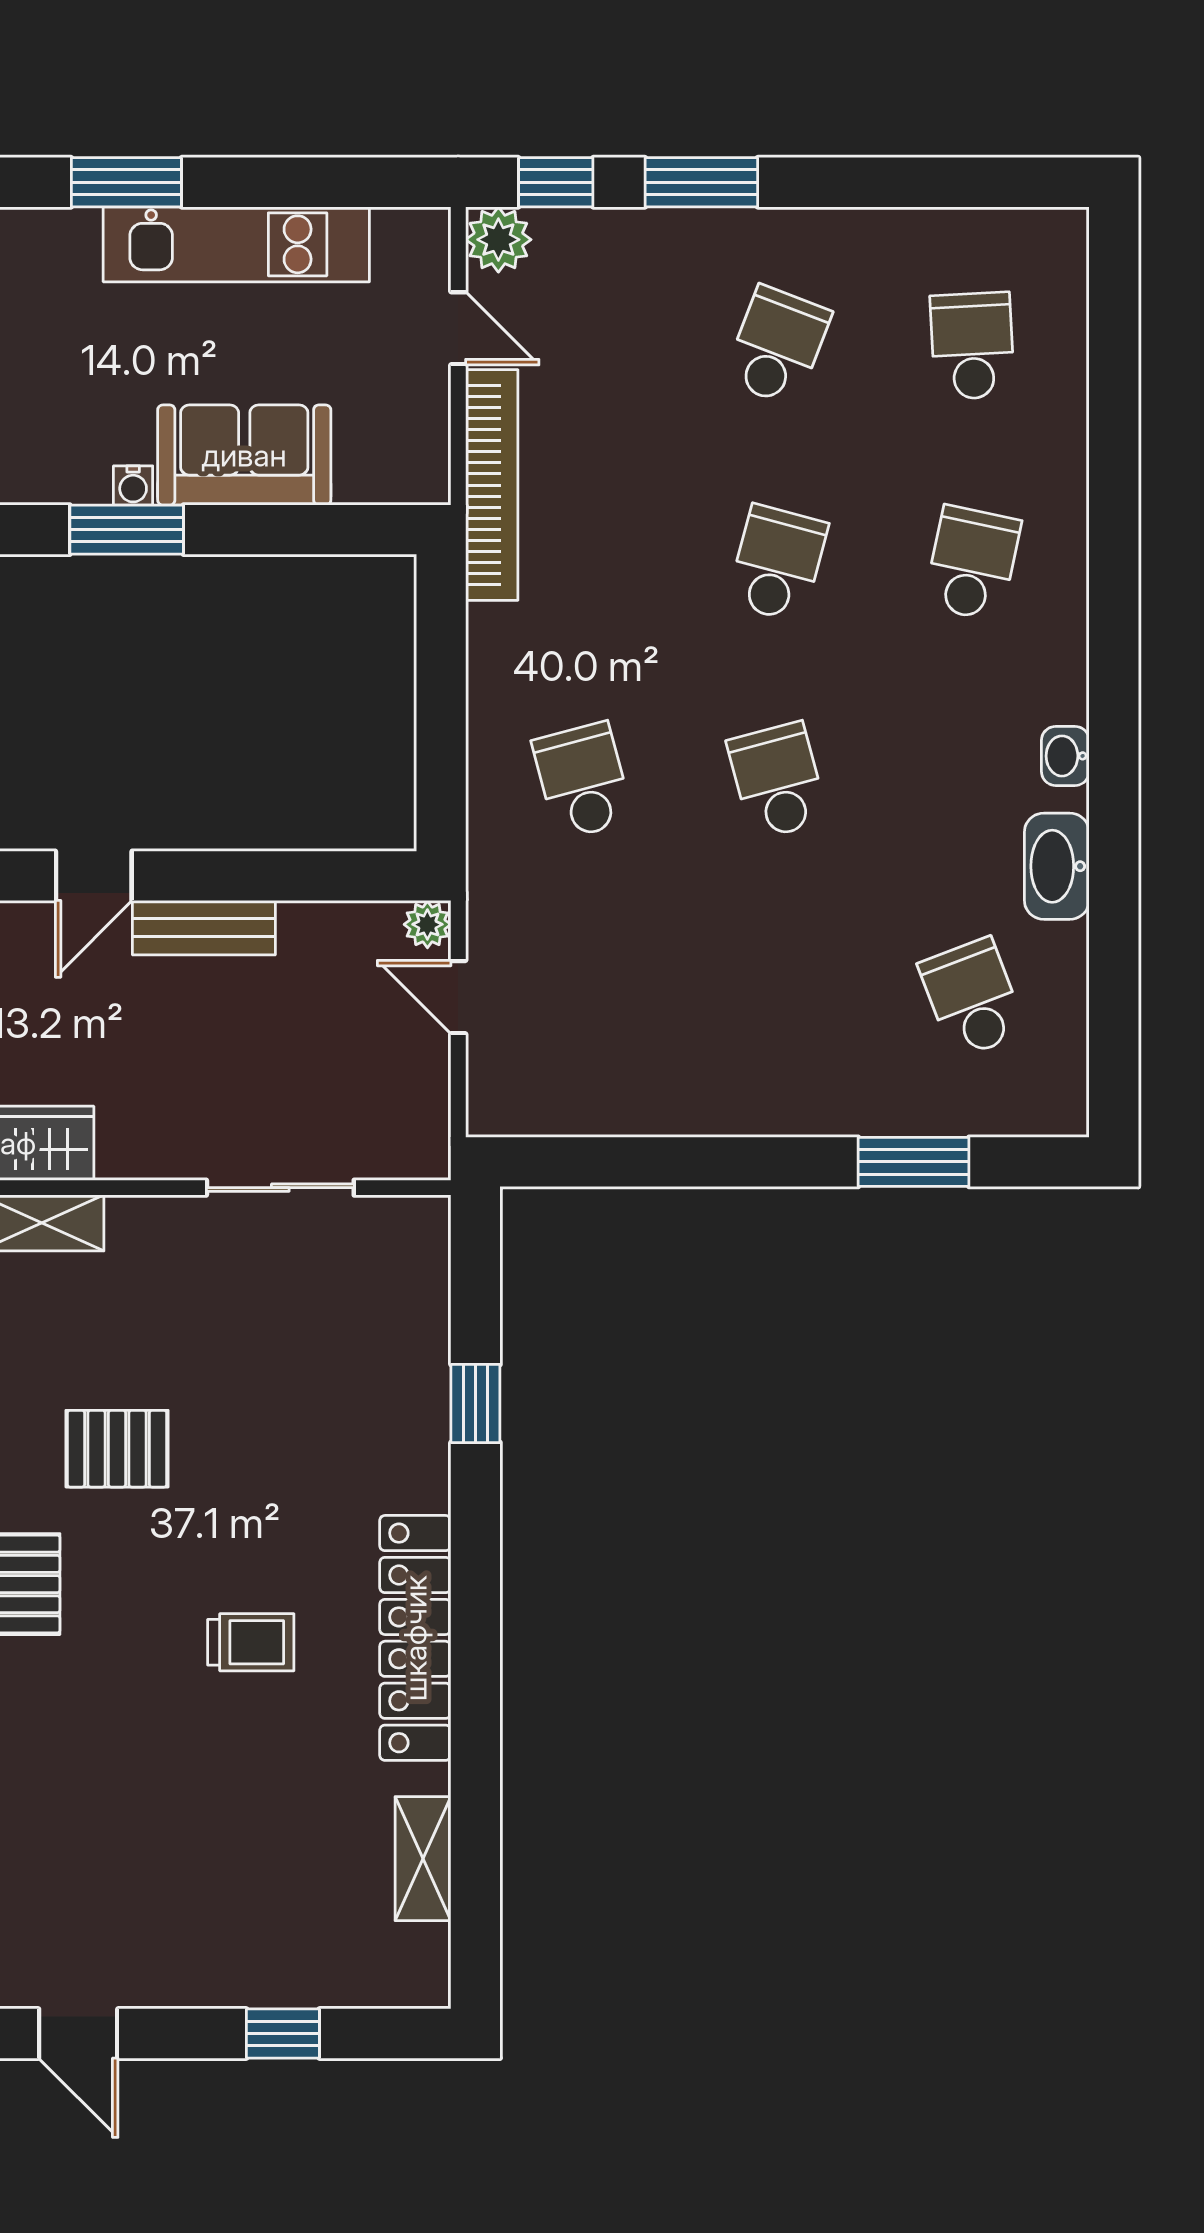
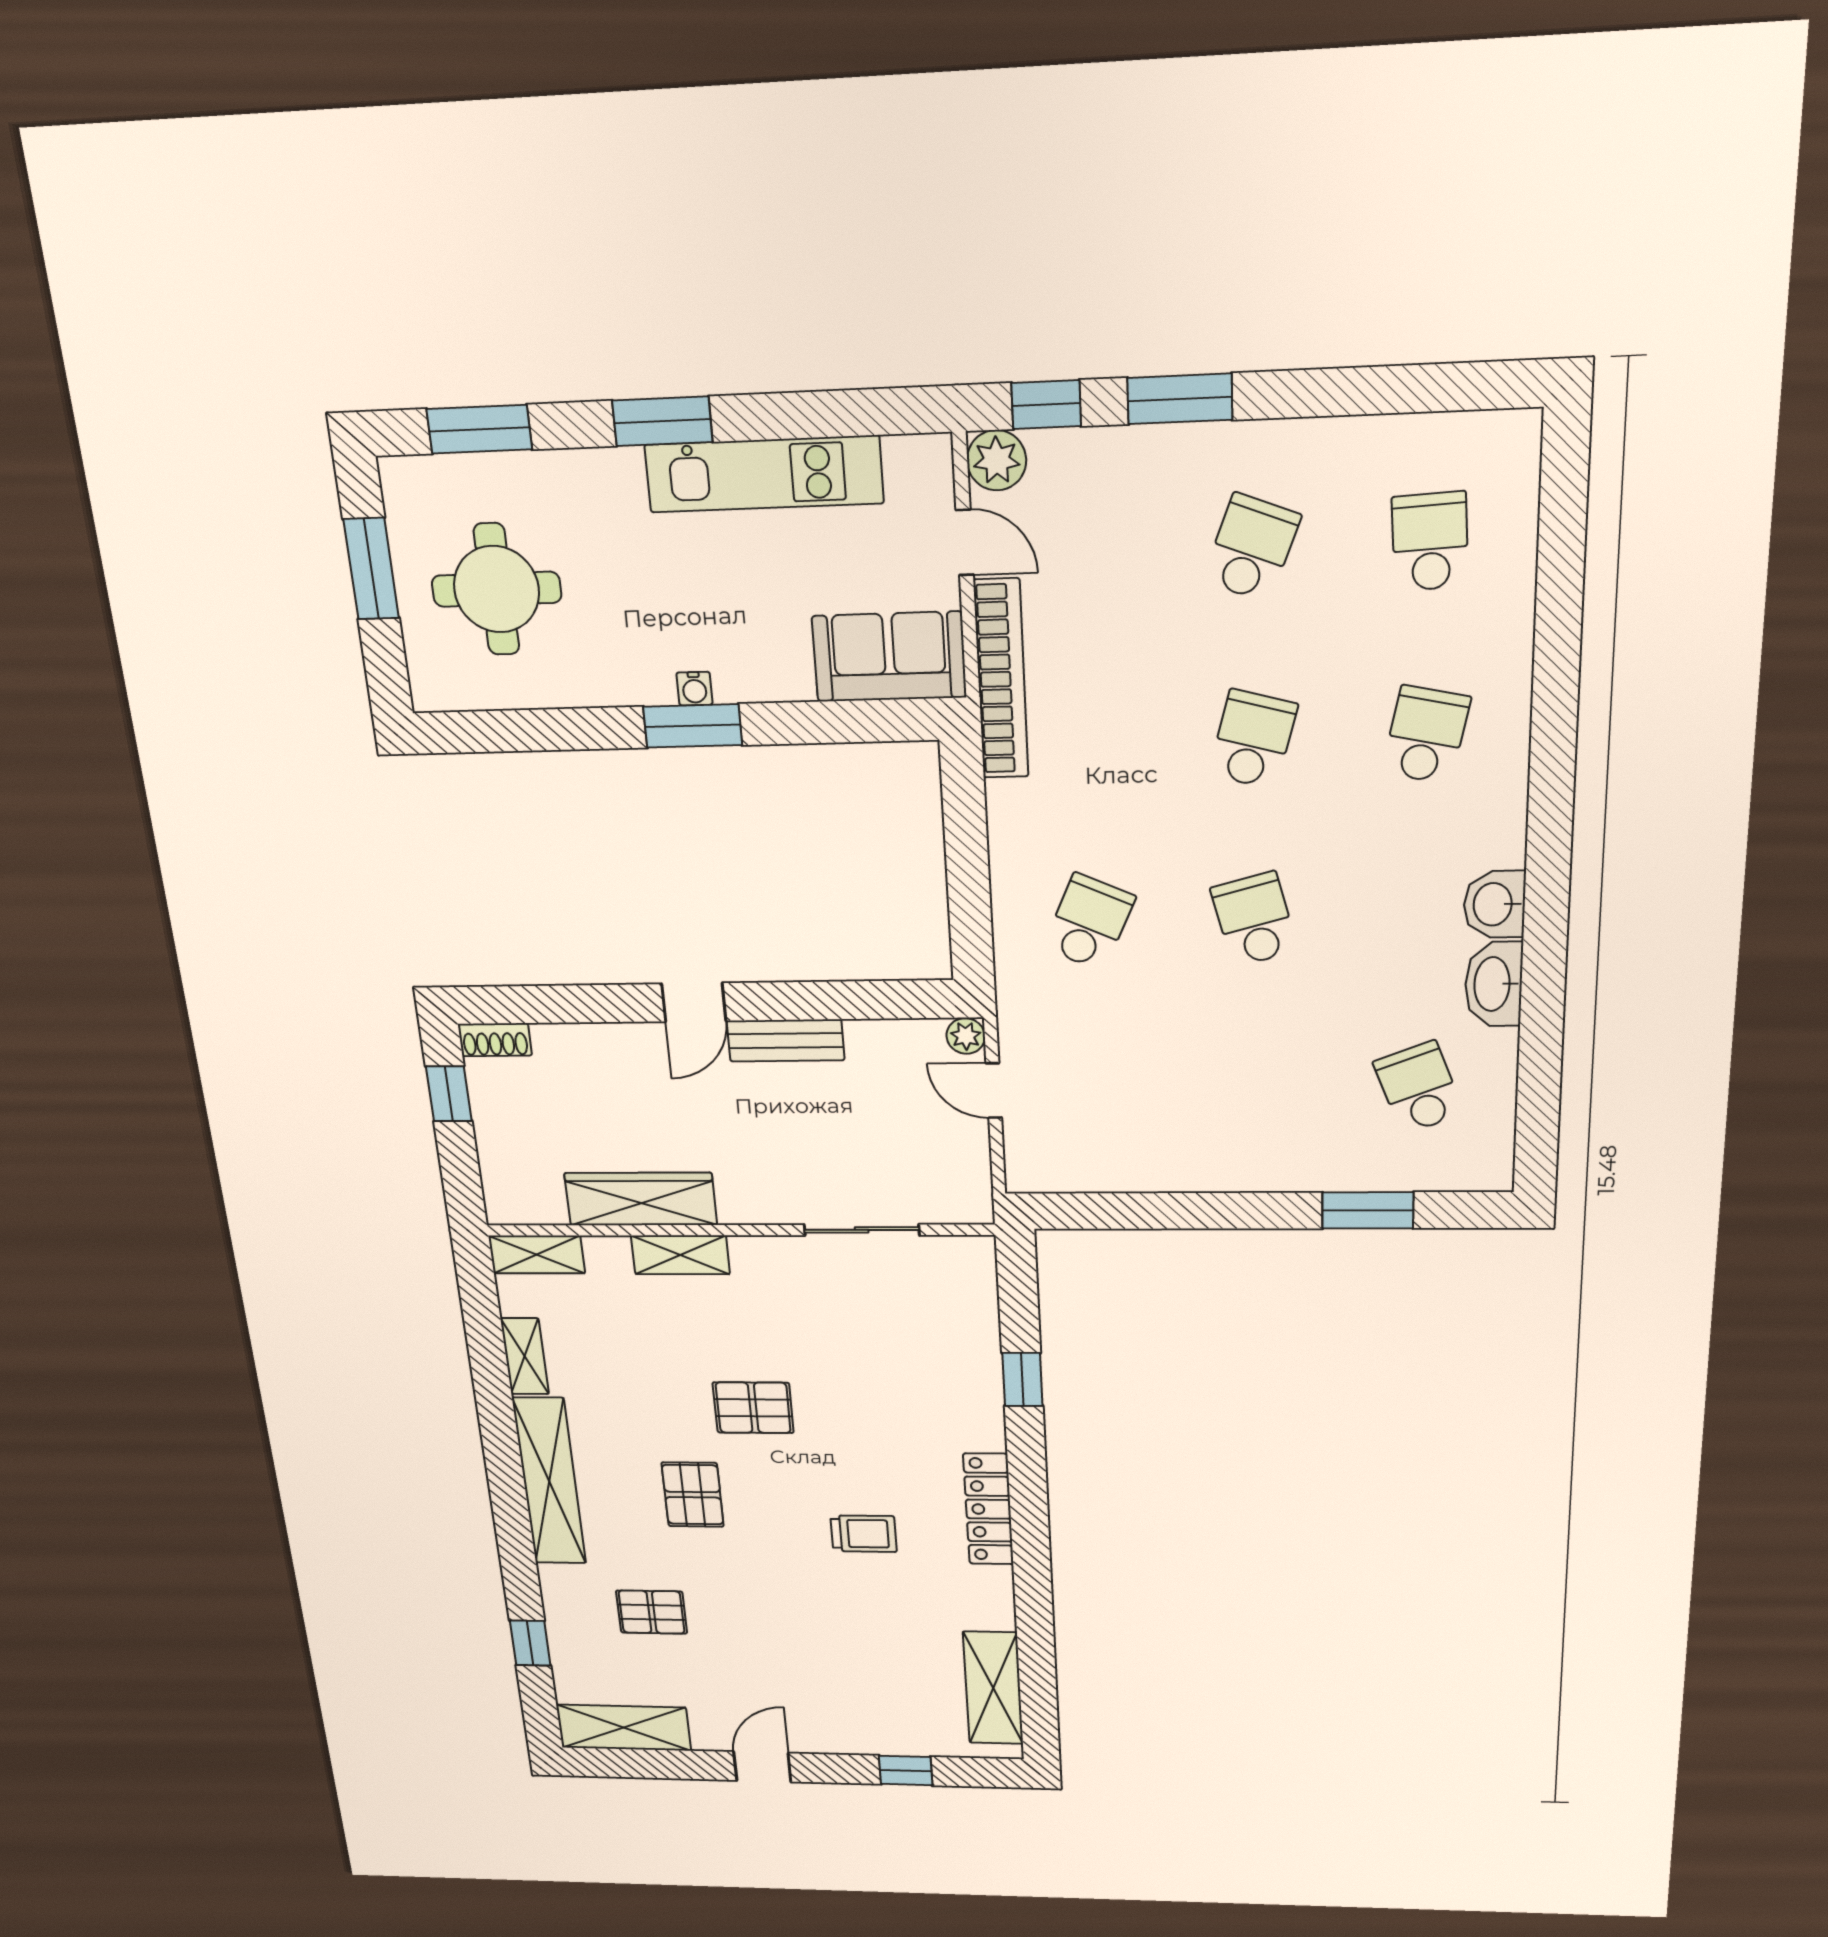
sofa: (244, 455) -> (889, 657), moved
washbasin: (1065, 756) -> (1494, 904), width x1.38, depth x1.45
school desk: (583, 781) -> (1089, 922), turned 39
locker: (415, 1638) -> (988, 1509), width x0.71, depth x0.83
shelving: (423, 1859) -> (993, 1688), width x1.50, depth x1.33
door: (78, 2033) -> (762, 1767), swing flipped

